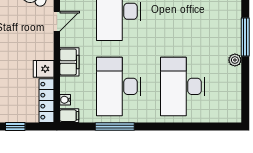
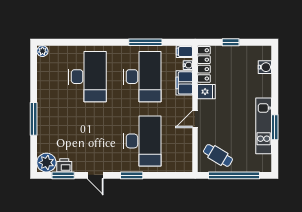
door: (57, 21) -> (195, 119), moved
plant: (235, 60) -> (42, 51), moved
filing cabinet: (69, 62) -> (184, 83), moved

